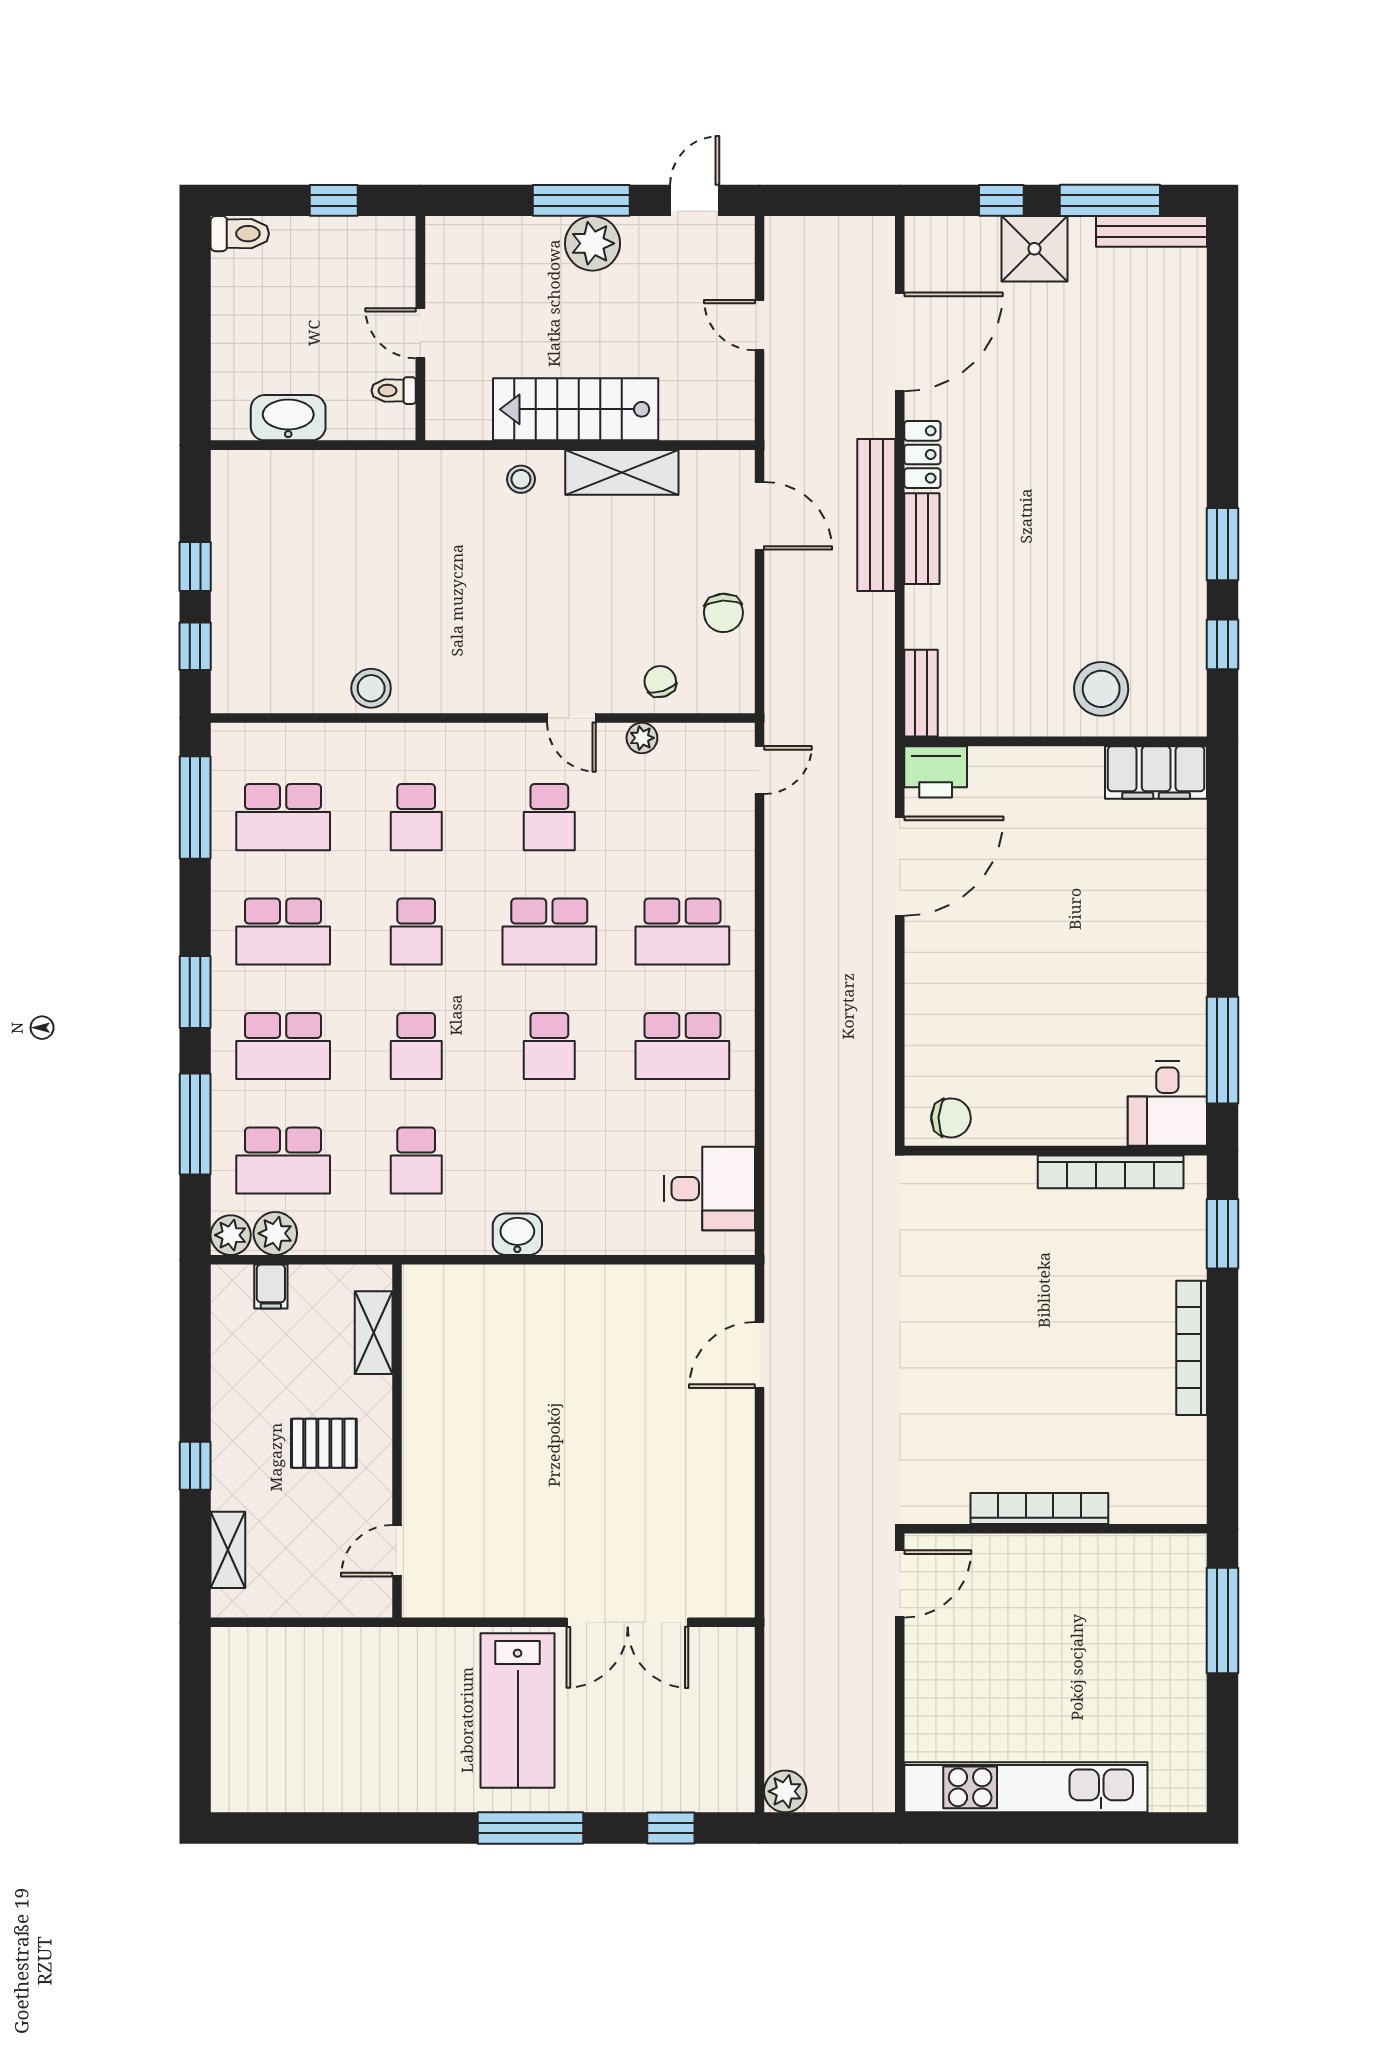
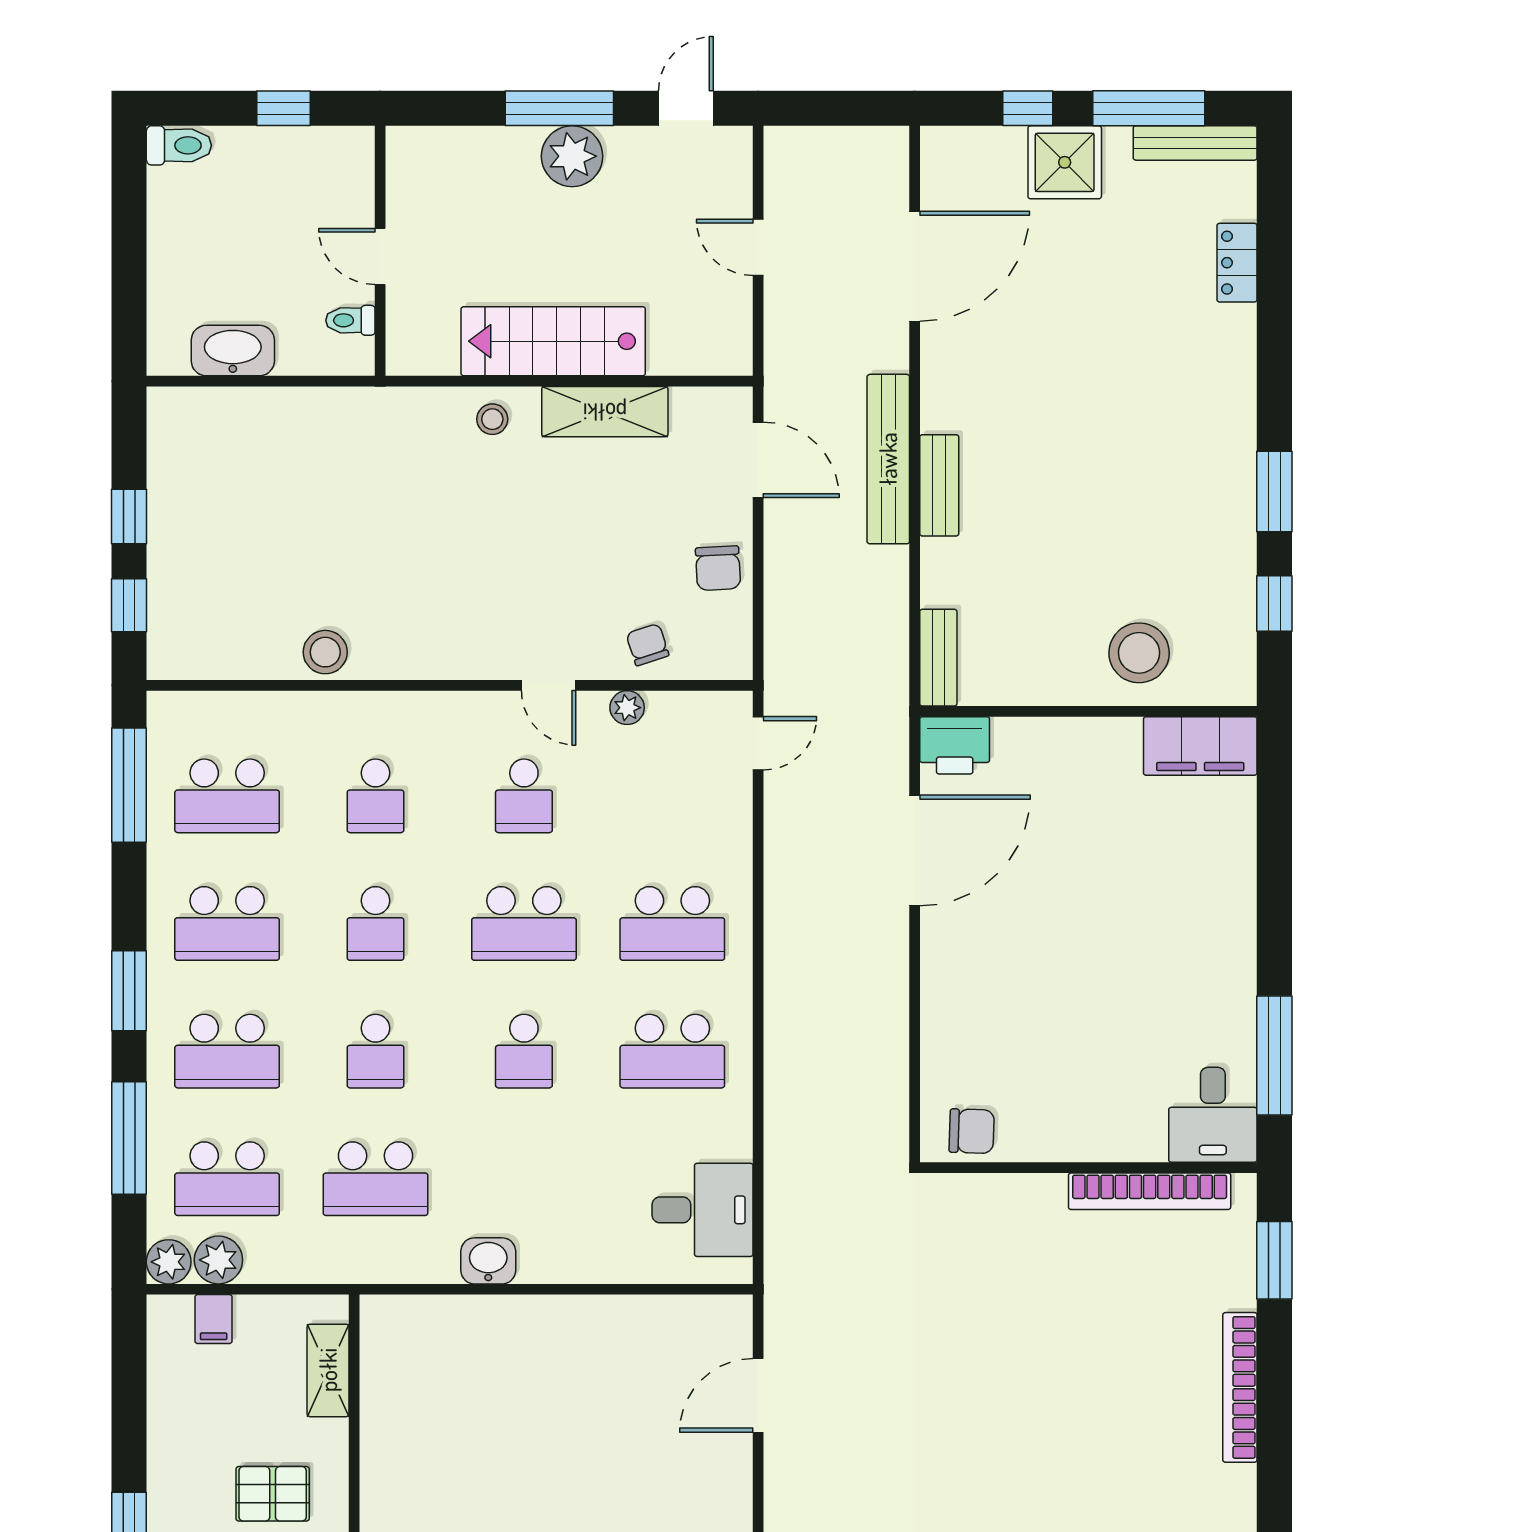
locker: (922, 454) -> (1237, 263), moved, turned 180
school desk: (416, 1161) -> (376, 1179), width x1.85

